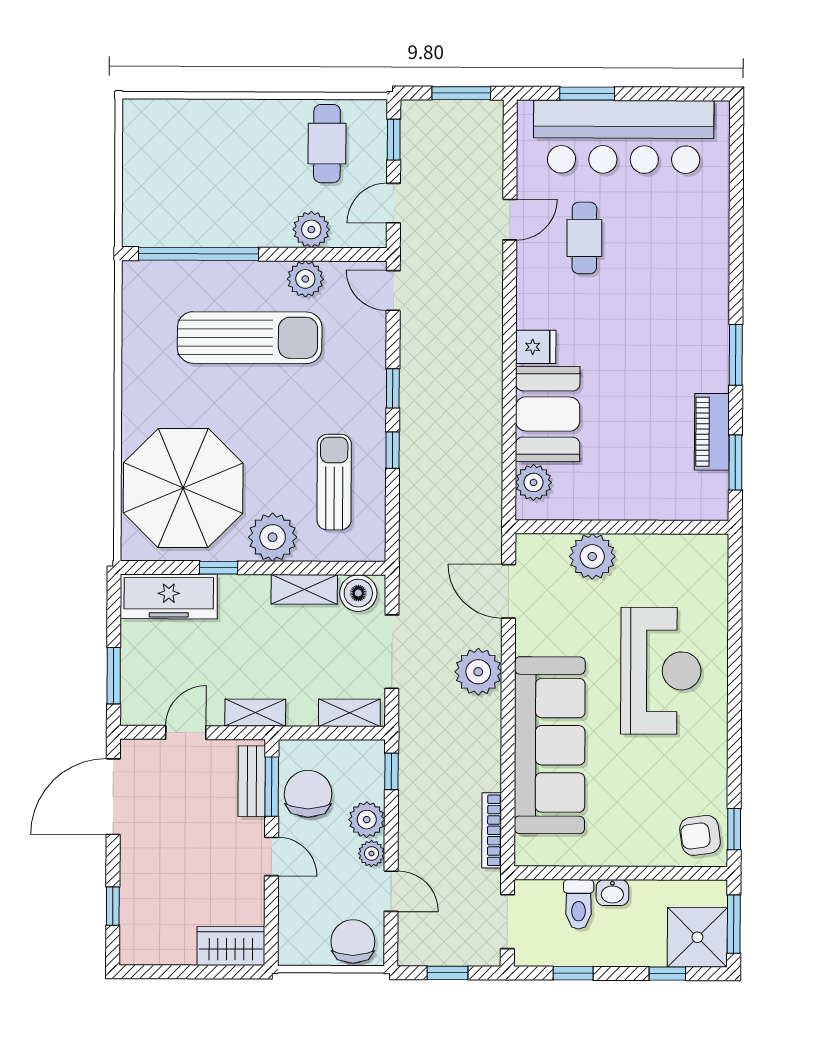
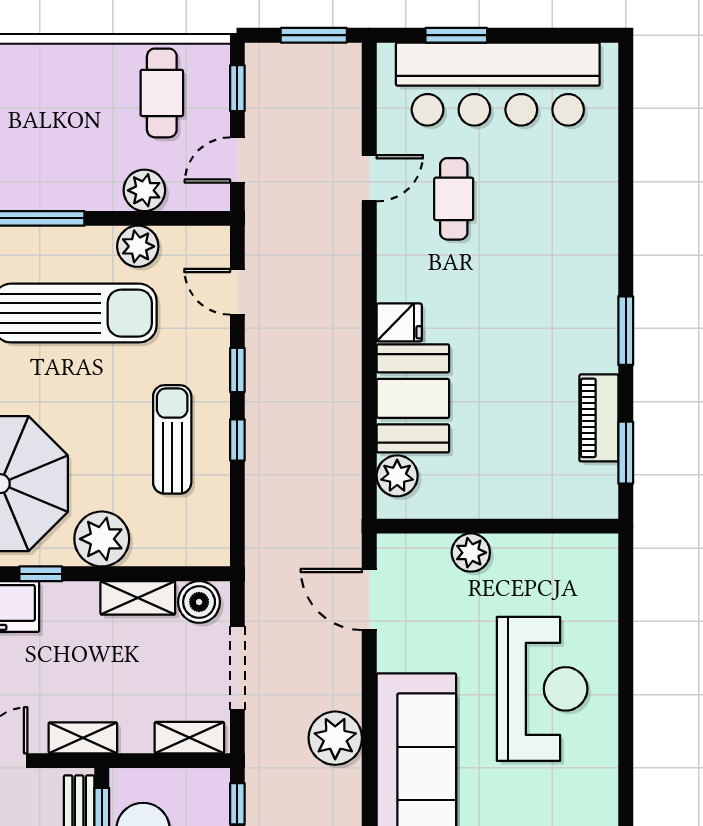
door: (393, 291) -> (237, 292), moved
sun lounger: (334, 482) -> (172, 439), moved
plant: (592, 556) -> (471, 553), width x0.73, depth x0.73
plant: (478, 672) -> (335, 738), moved

